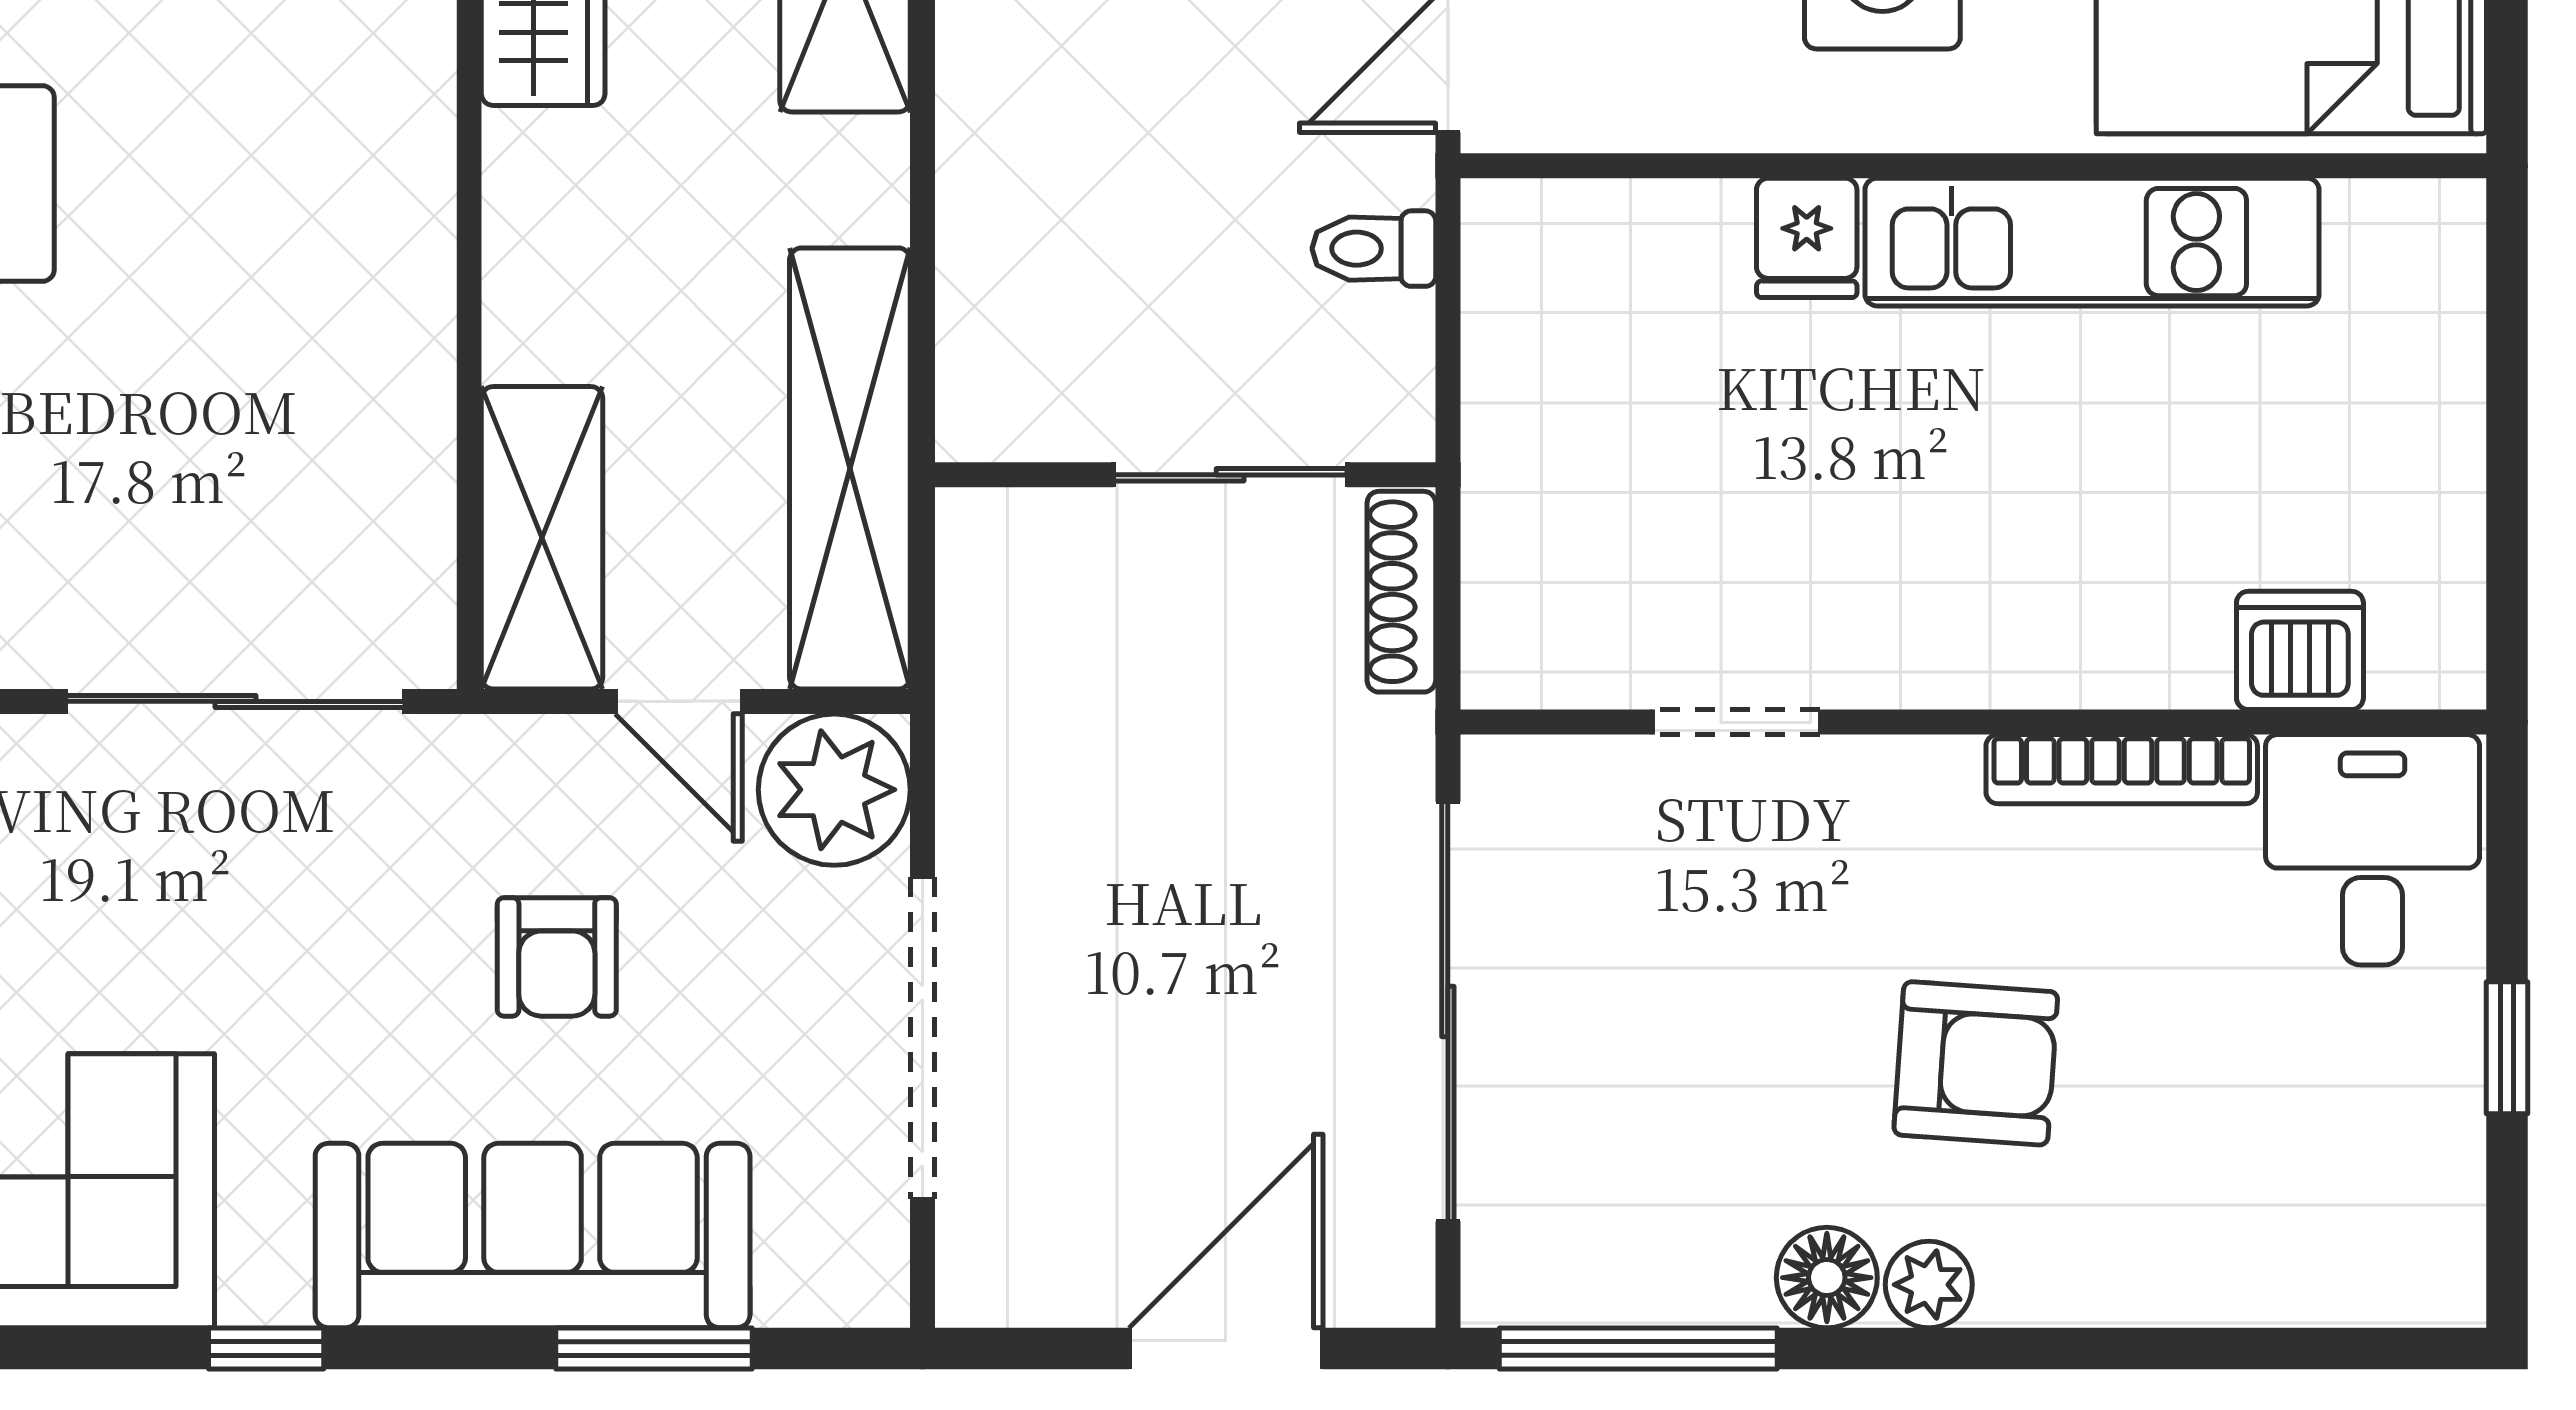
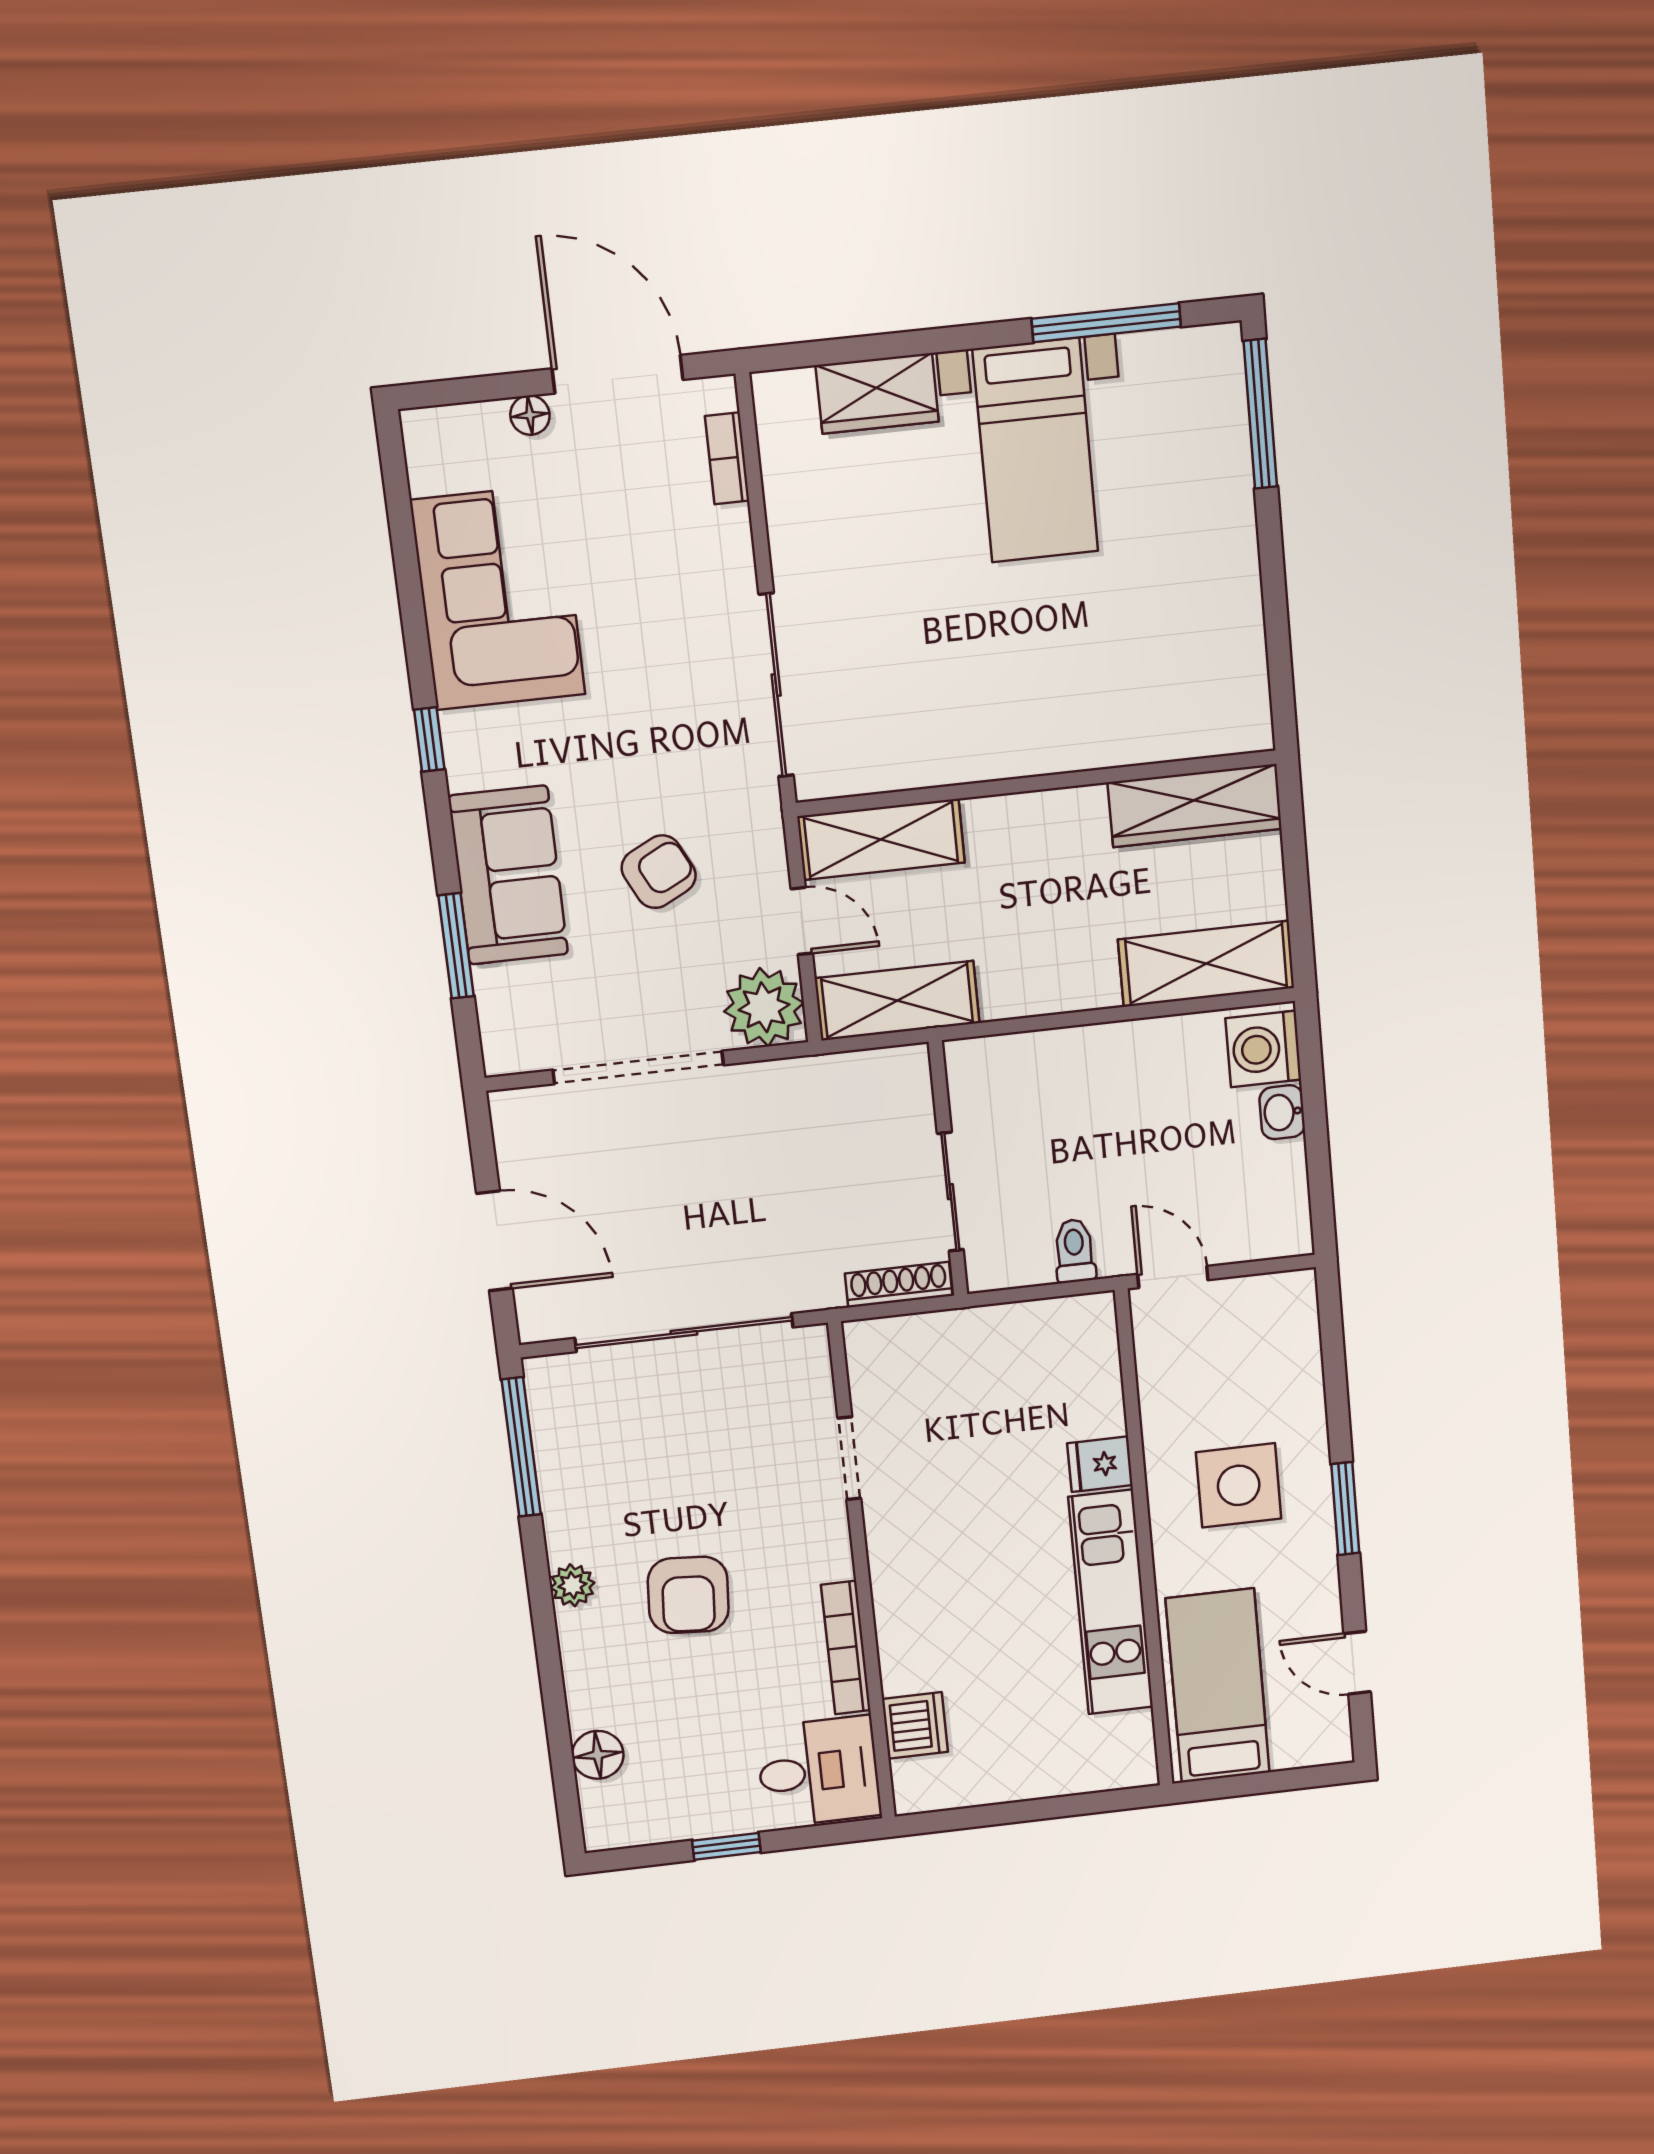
shelving: (850, 468) -> (897, 1001), width x0.68
door: (679, 701) -> (802, 921), swing flipped
armchair: (557, 957) -> (659, 872), turned 153
sofa: (533, 1236) -> (508, 875), width x0.73
floor lamp: (1827, 1278) -> (598, 1755), moved

